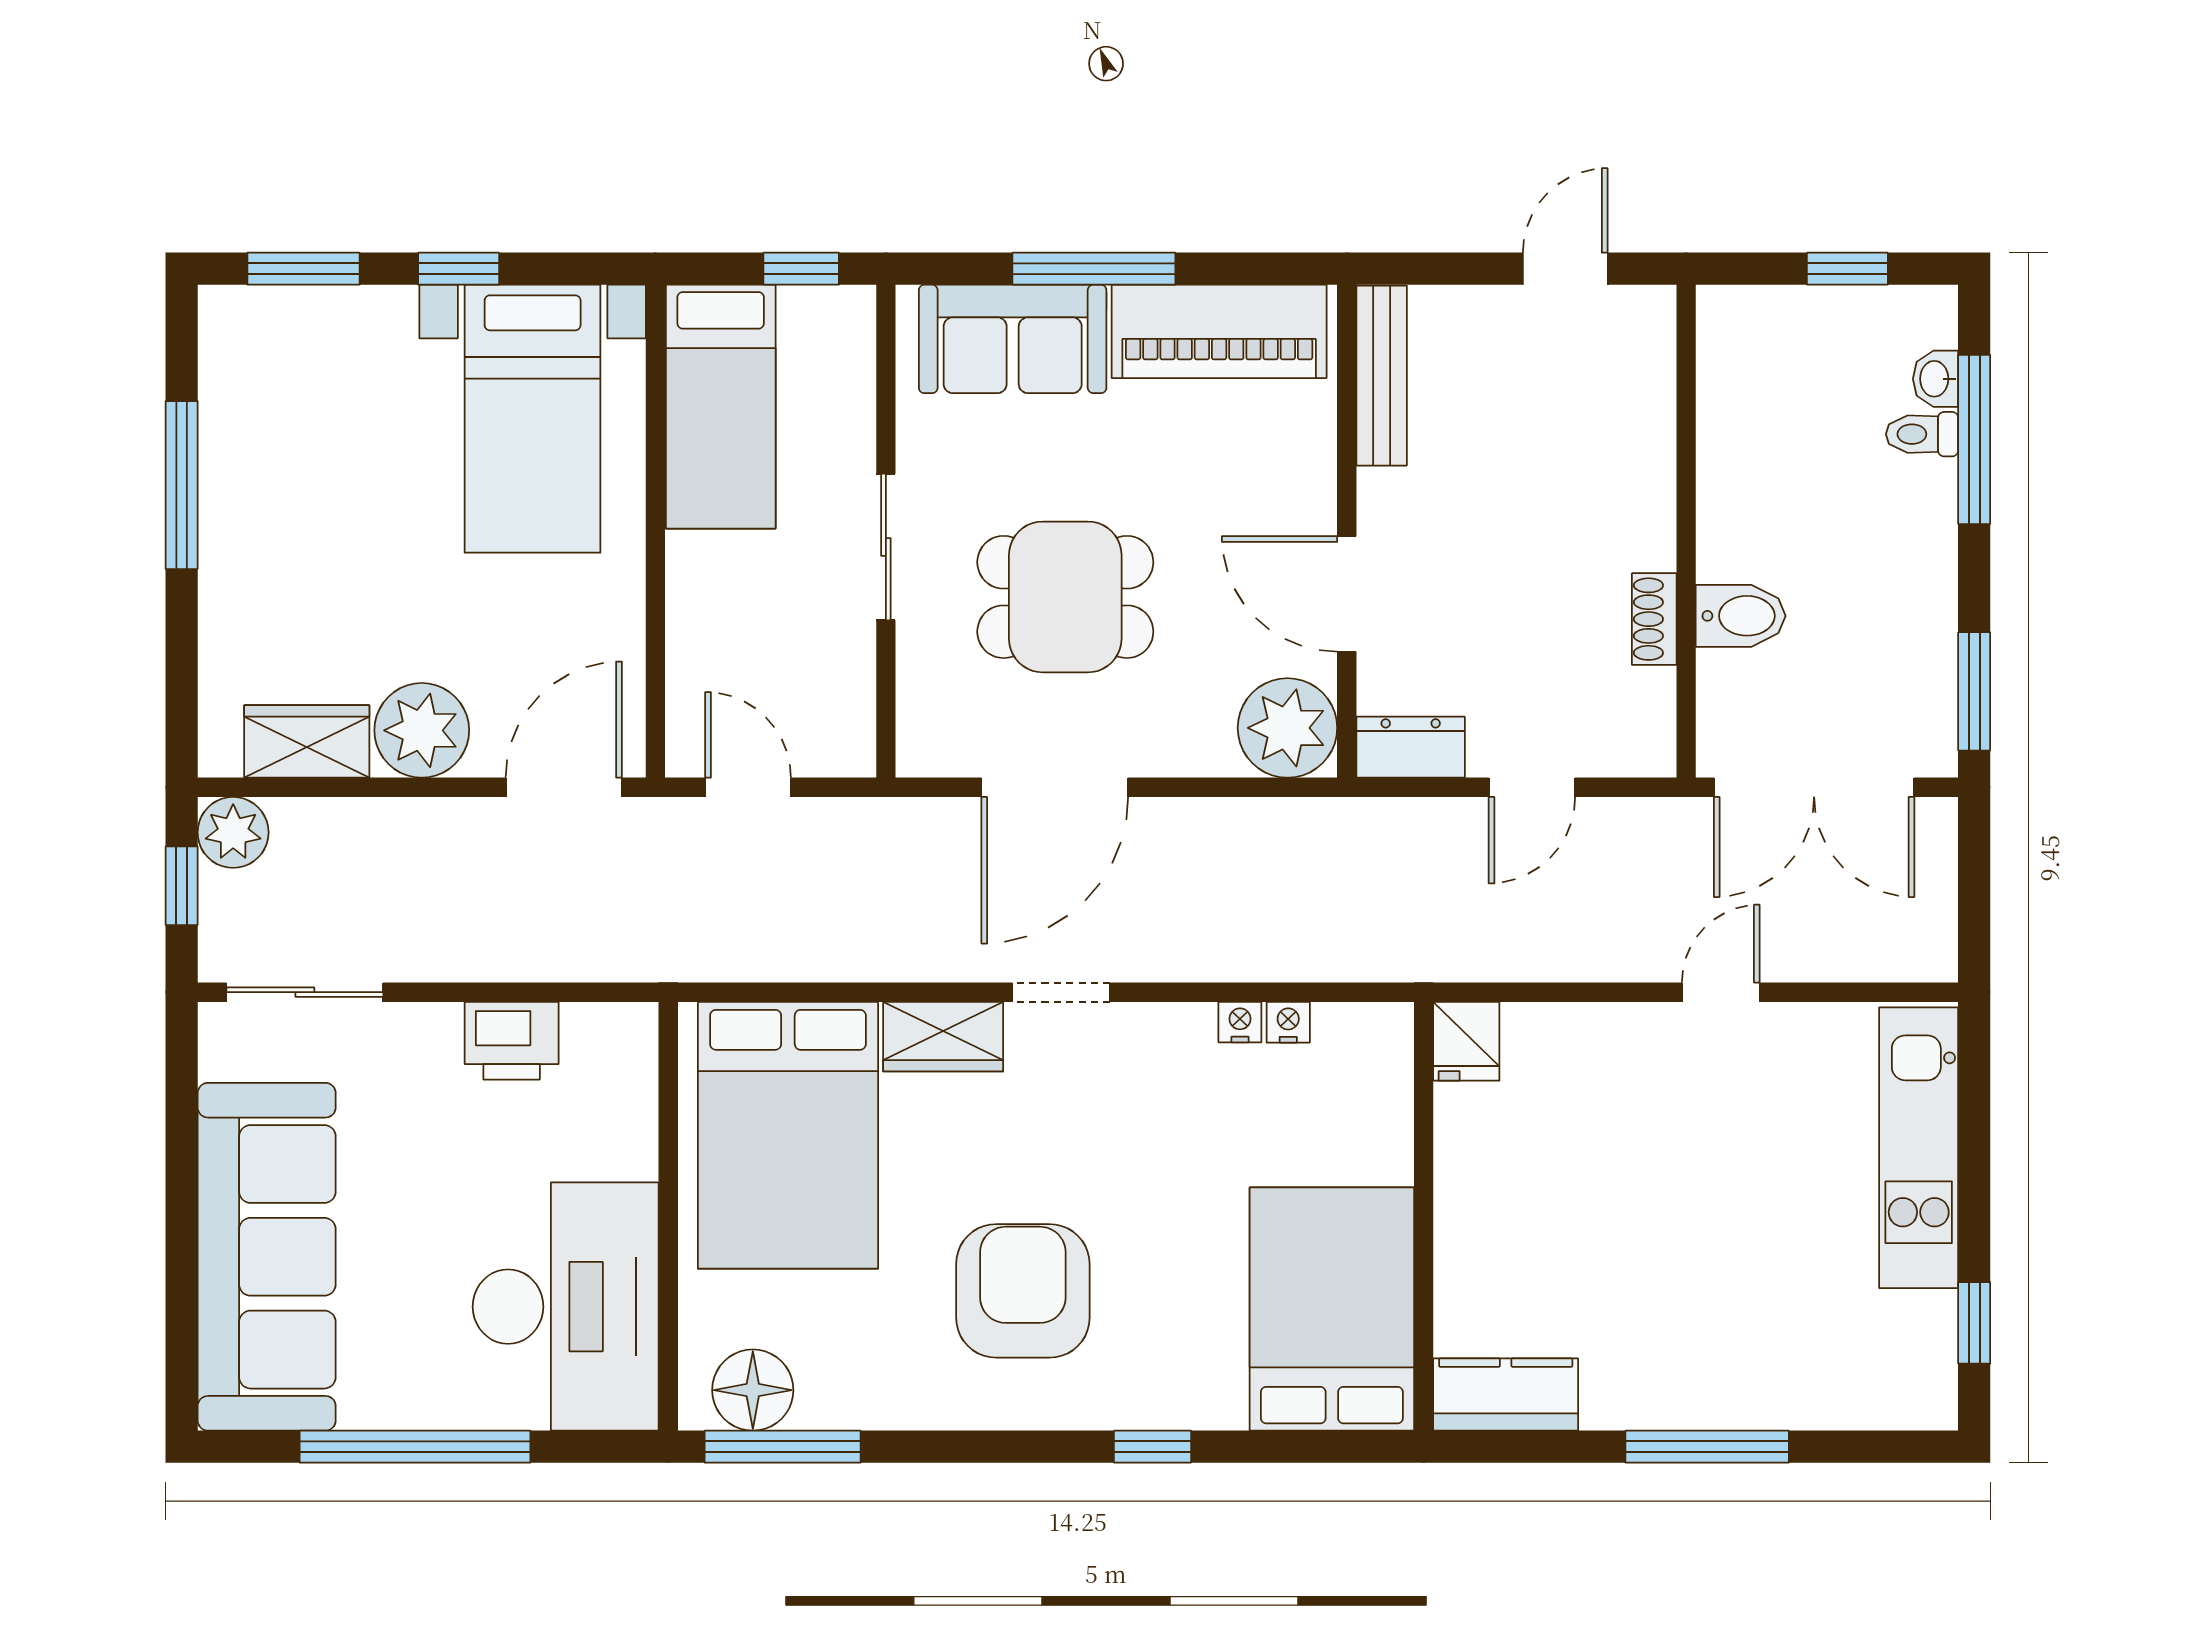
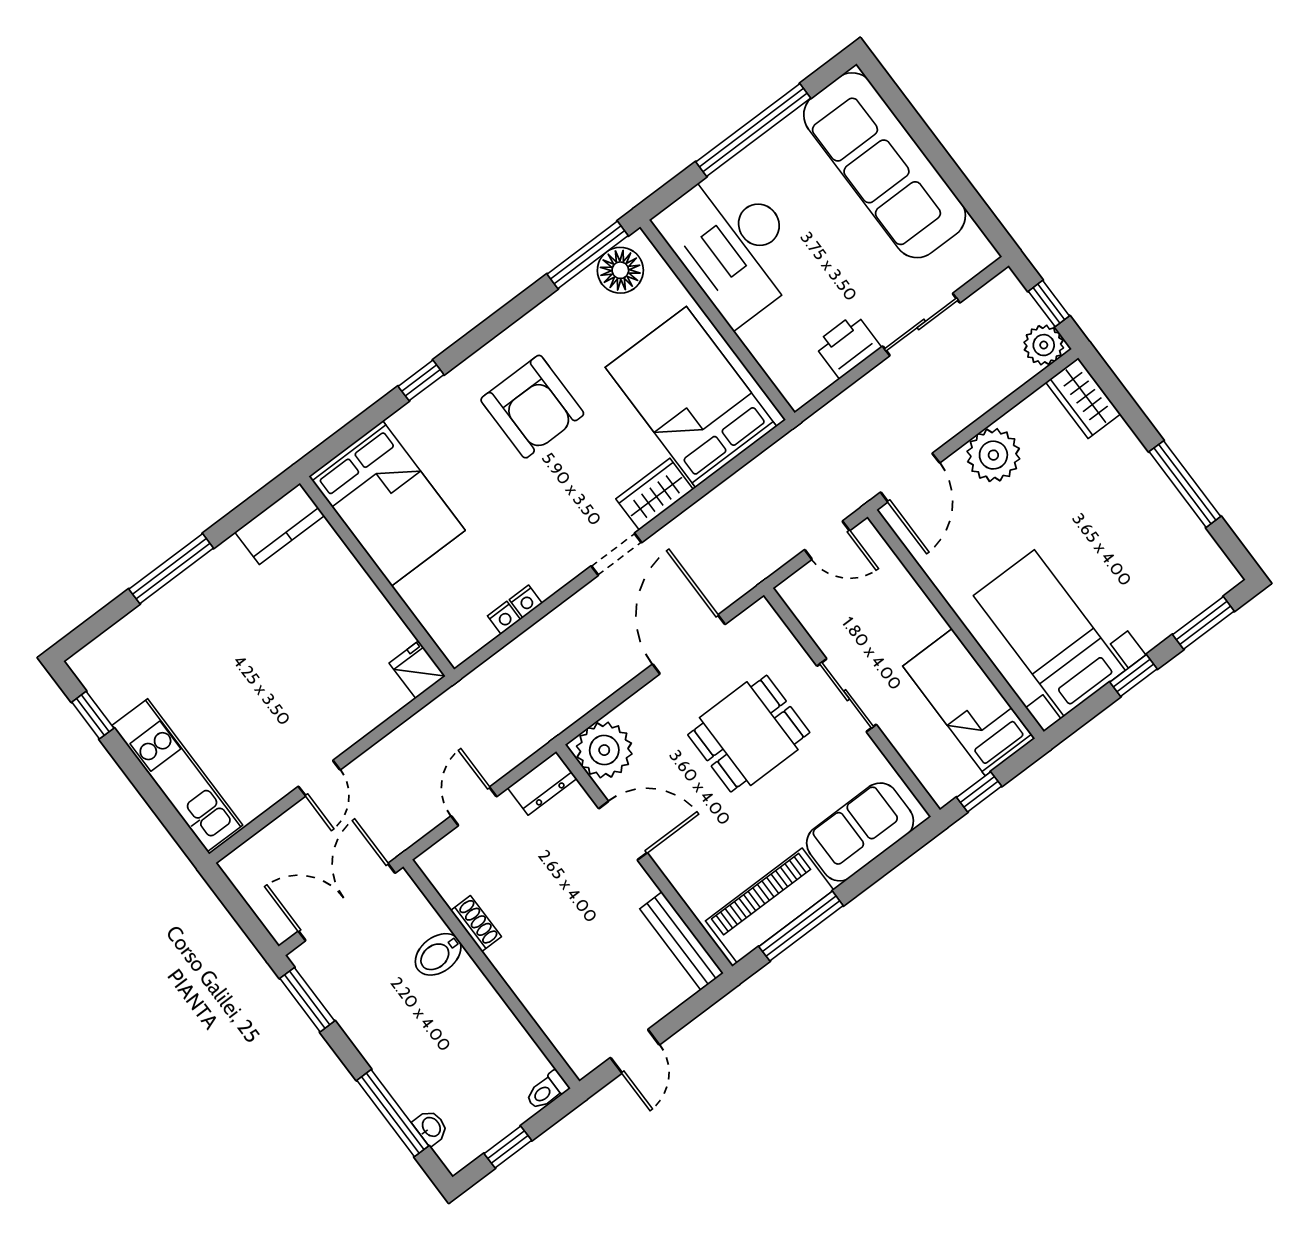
window: (1094, 269) -> (801, 926), moved
toilet: (1922, 434) -> (547, 1091), moved, turned 180
wardrobe: (307, 741) -> (1083, 398), moved, turned 90
sliding door: (305, 992) -> (921, 324), moved

